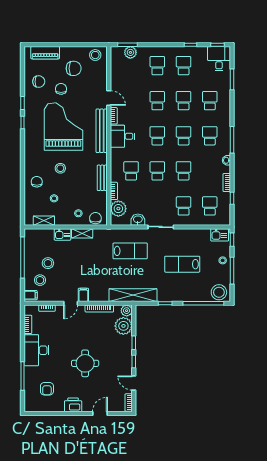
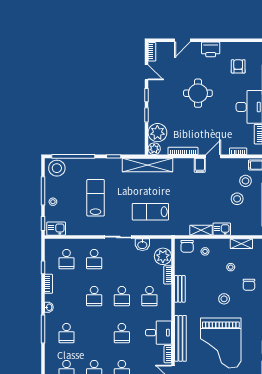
school desk: (184, 136) -> (94, 333), removed
lab bench: (182, 264) -> (96, 198), turned -90

